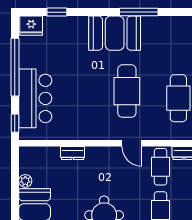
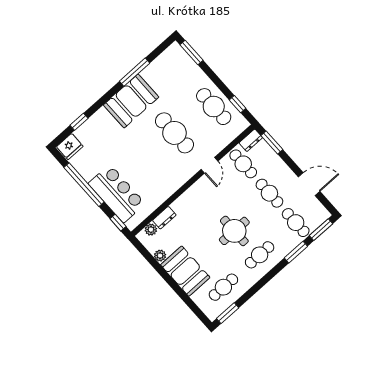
door: (132, 143) -> (209, 165), hinge flipped
plant: (37, 153) -> (151, 230), added
dresser: (73, 153) -> (164, 218), moved

